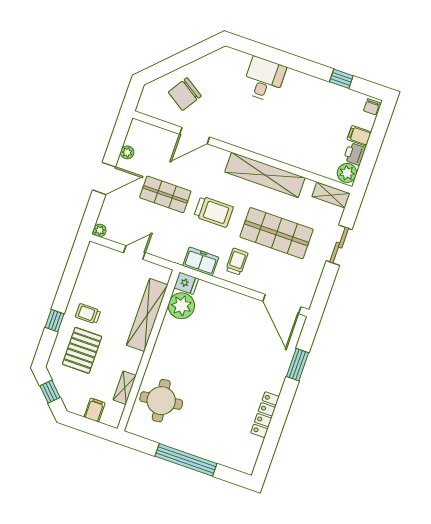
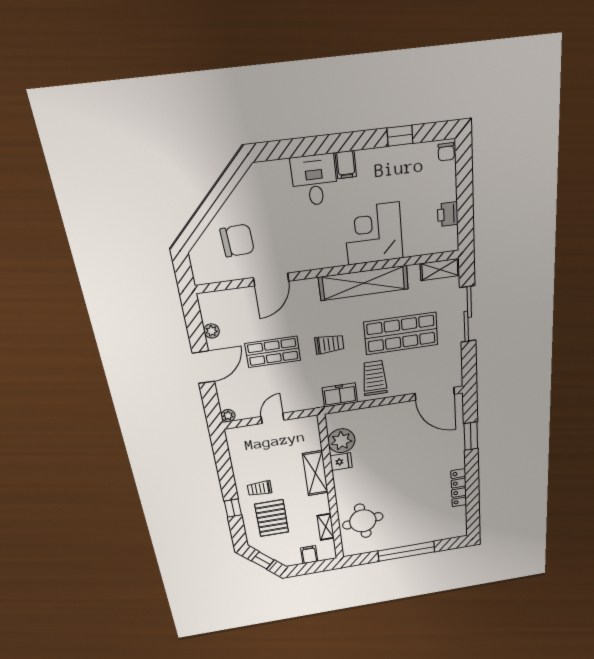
chair: (185, 94) -> (237, 241), turned -126
filing cabinet: (359, 136) -> (346, 165), moved, turned -90
corner desk: (290, 140) -> (374, 234), added
plant: (347, 173) -> (448, 239), removed
trolley: (214, 212) -> (329, 344), width x0.73, depth x0.72
sliding door: (339, 245) -> (468, 314), width x1.37
trolley: (237, 262) -> (375, 378), width x1.36, depth x1.39
fridge: (186, 283) -> (341, 462), moved
shelving: (147, 315) -> (315, 473), width x0.68

